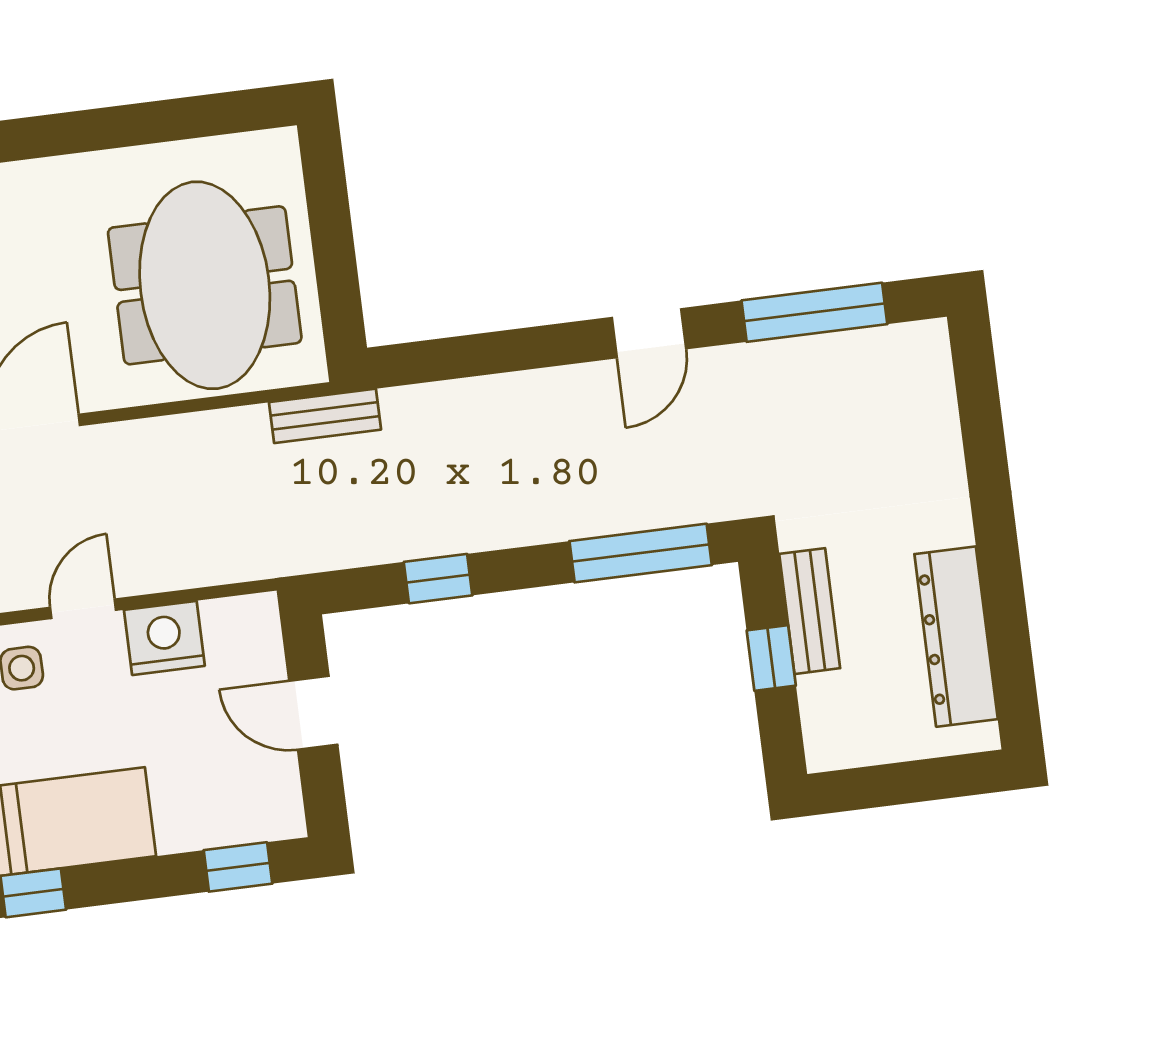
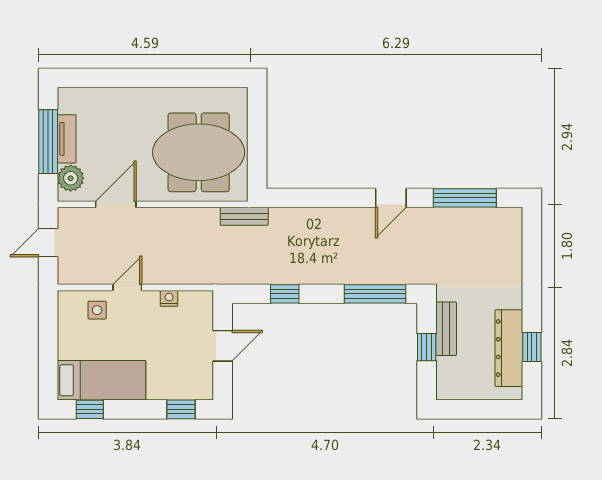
meeting table: (205, 285) -> (199, 152), turned 90
window: (1007, 627) -> (532, 347), added
nightstand: (164, 638) -> (169, 298), width x0.53, depth x0.56
door: (313, 713) -> (223, 346), swing flipped

